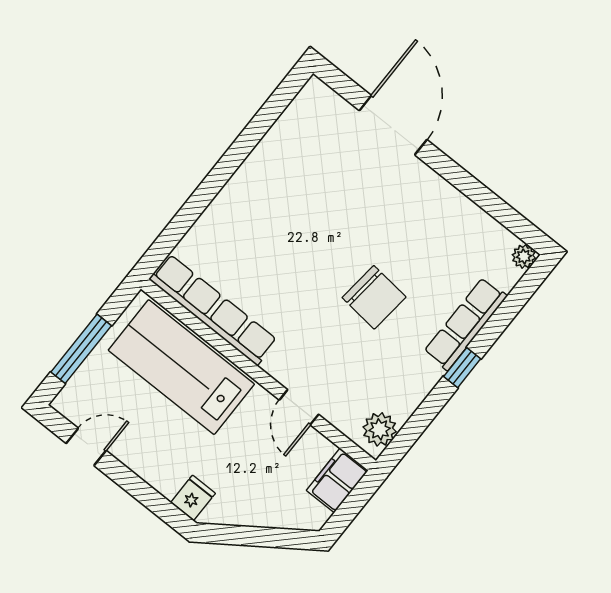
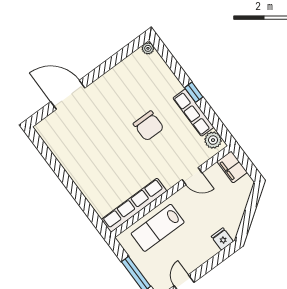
chair: (374, 297) -> (149, 126), turned 84
row of seats: (465, 324) -> (193, 113), moved
lab bench: (181, 367) -> (158, 228), width x0.73, depth x0.72

